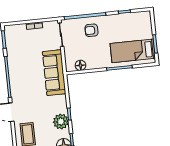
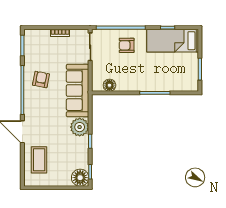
bed: (133, 51) -> (173, 41), moved
armchair: (22, 66) -> (41, 79), added
plant: (61, 122) -> (80, 127), moved

